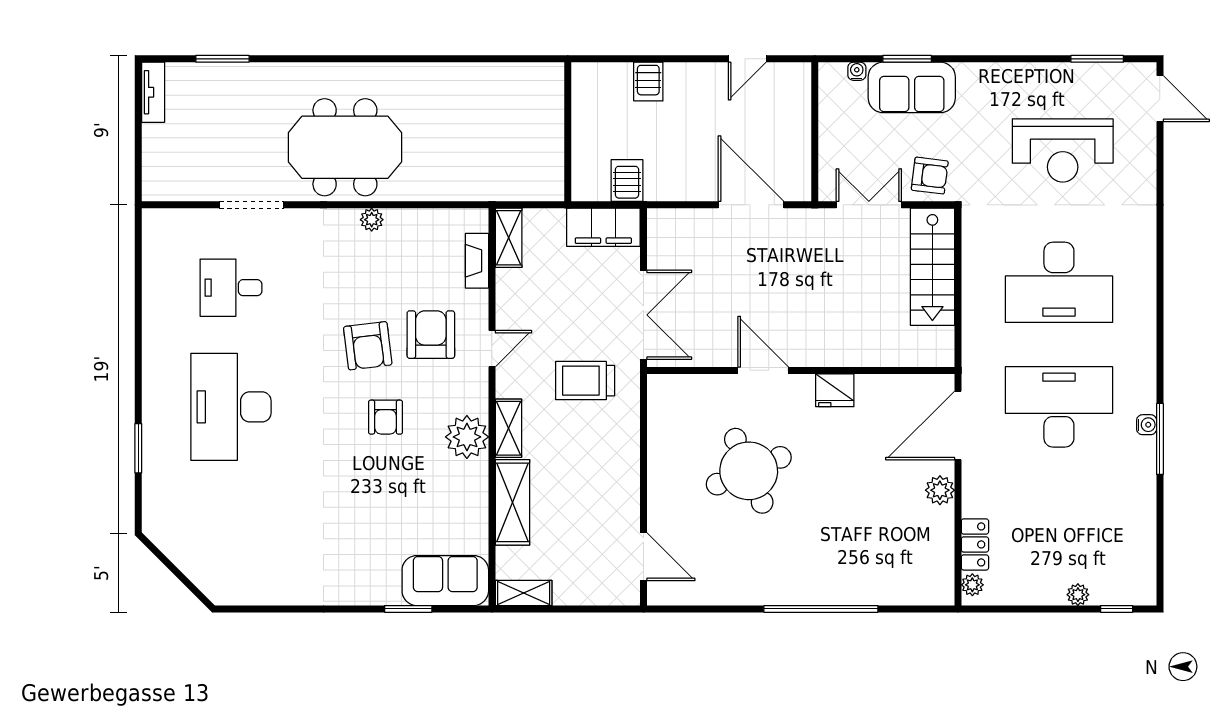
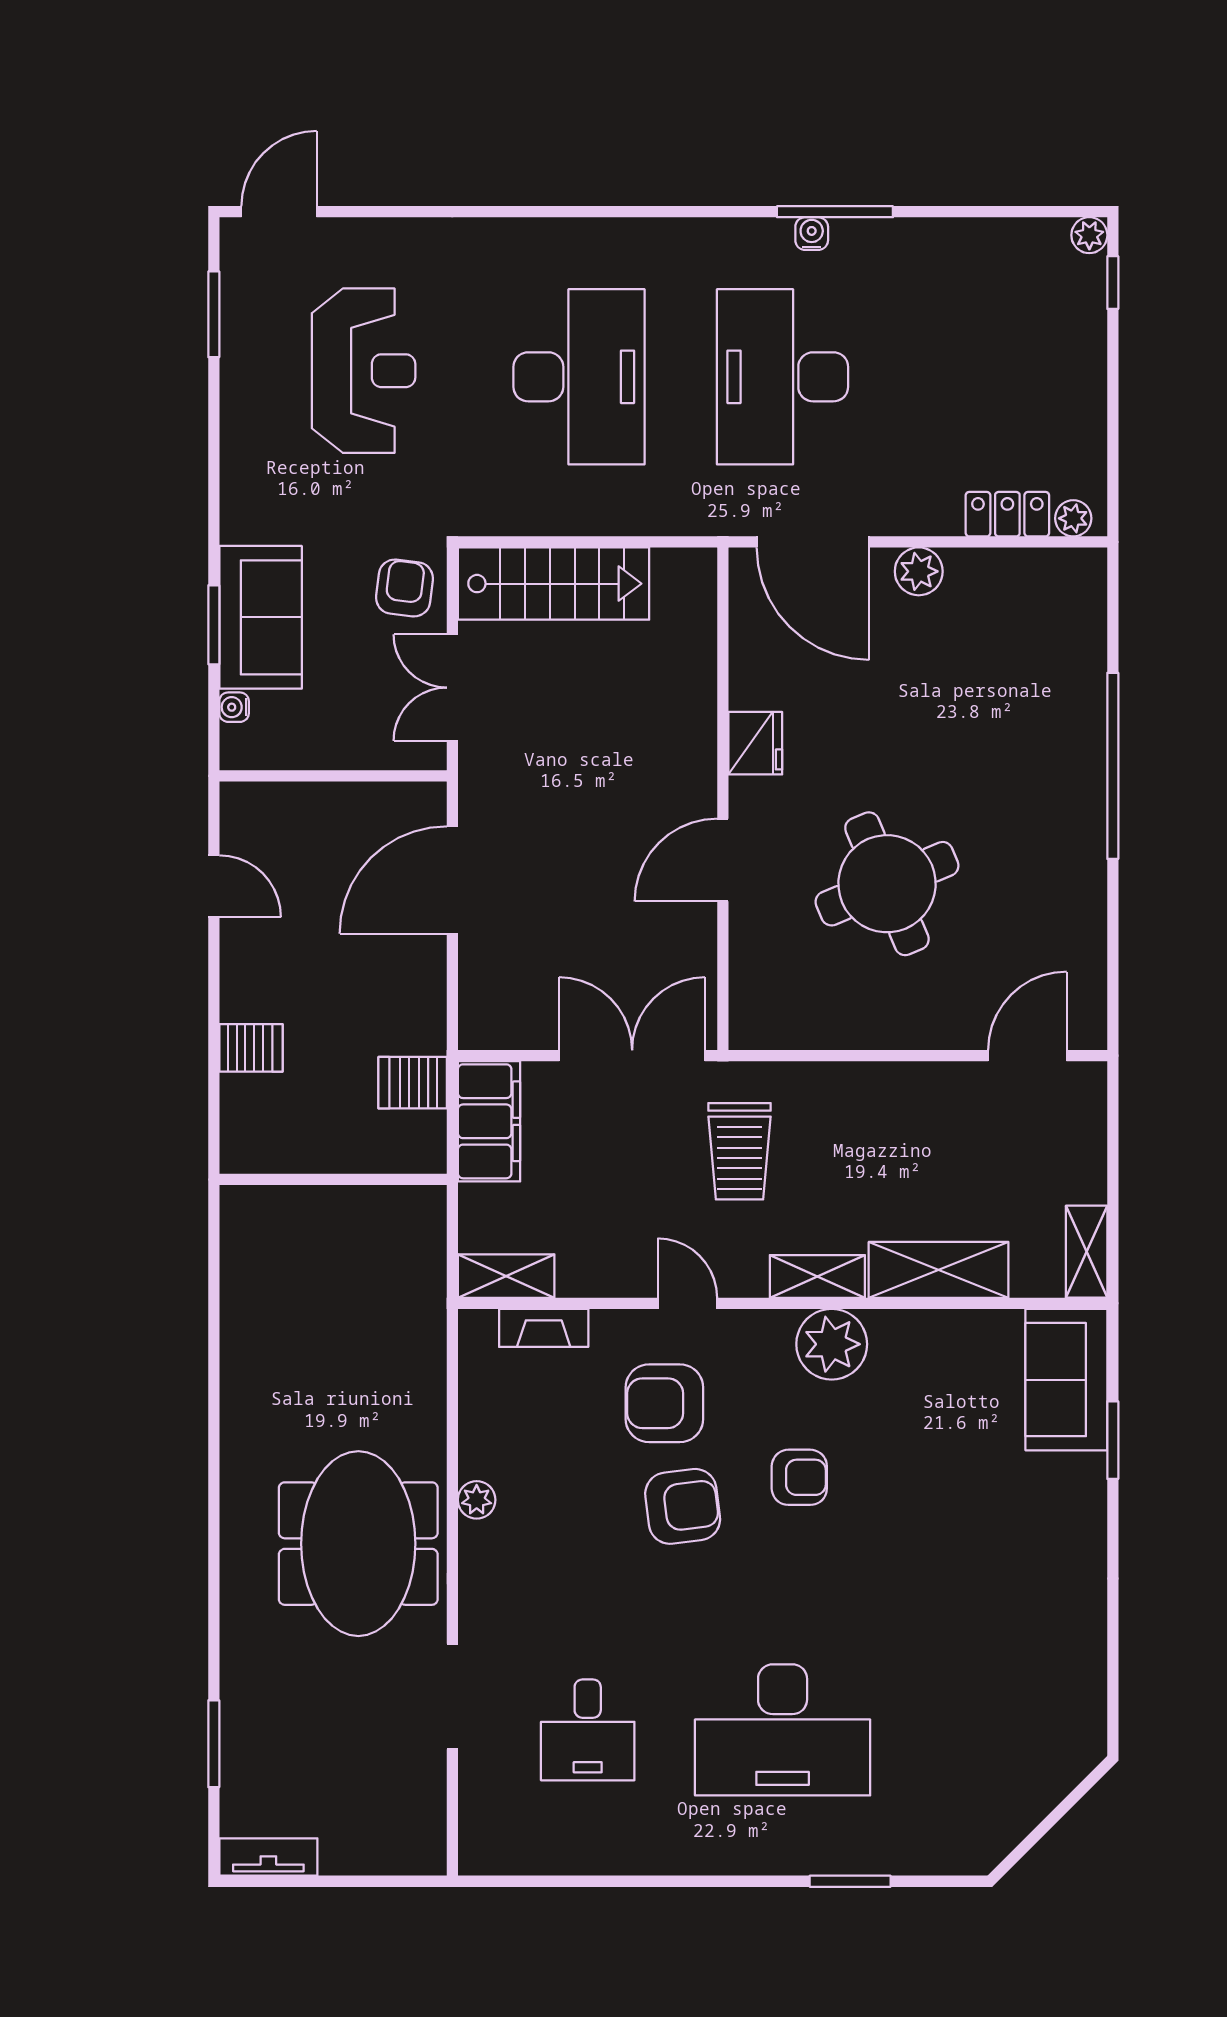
plant: (1078, 595) -> (1089, 235), moved

